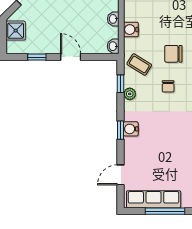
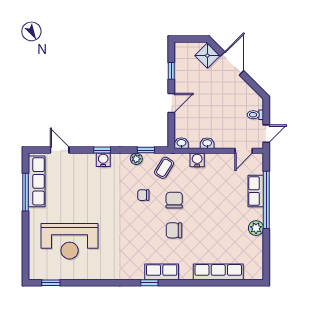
shower: (16, 31) -> (207, 56), moved, turned 45

